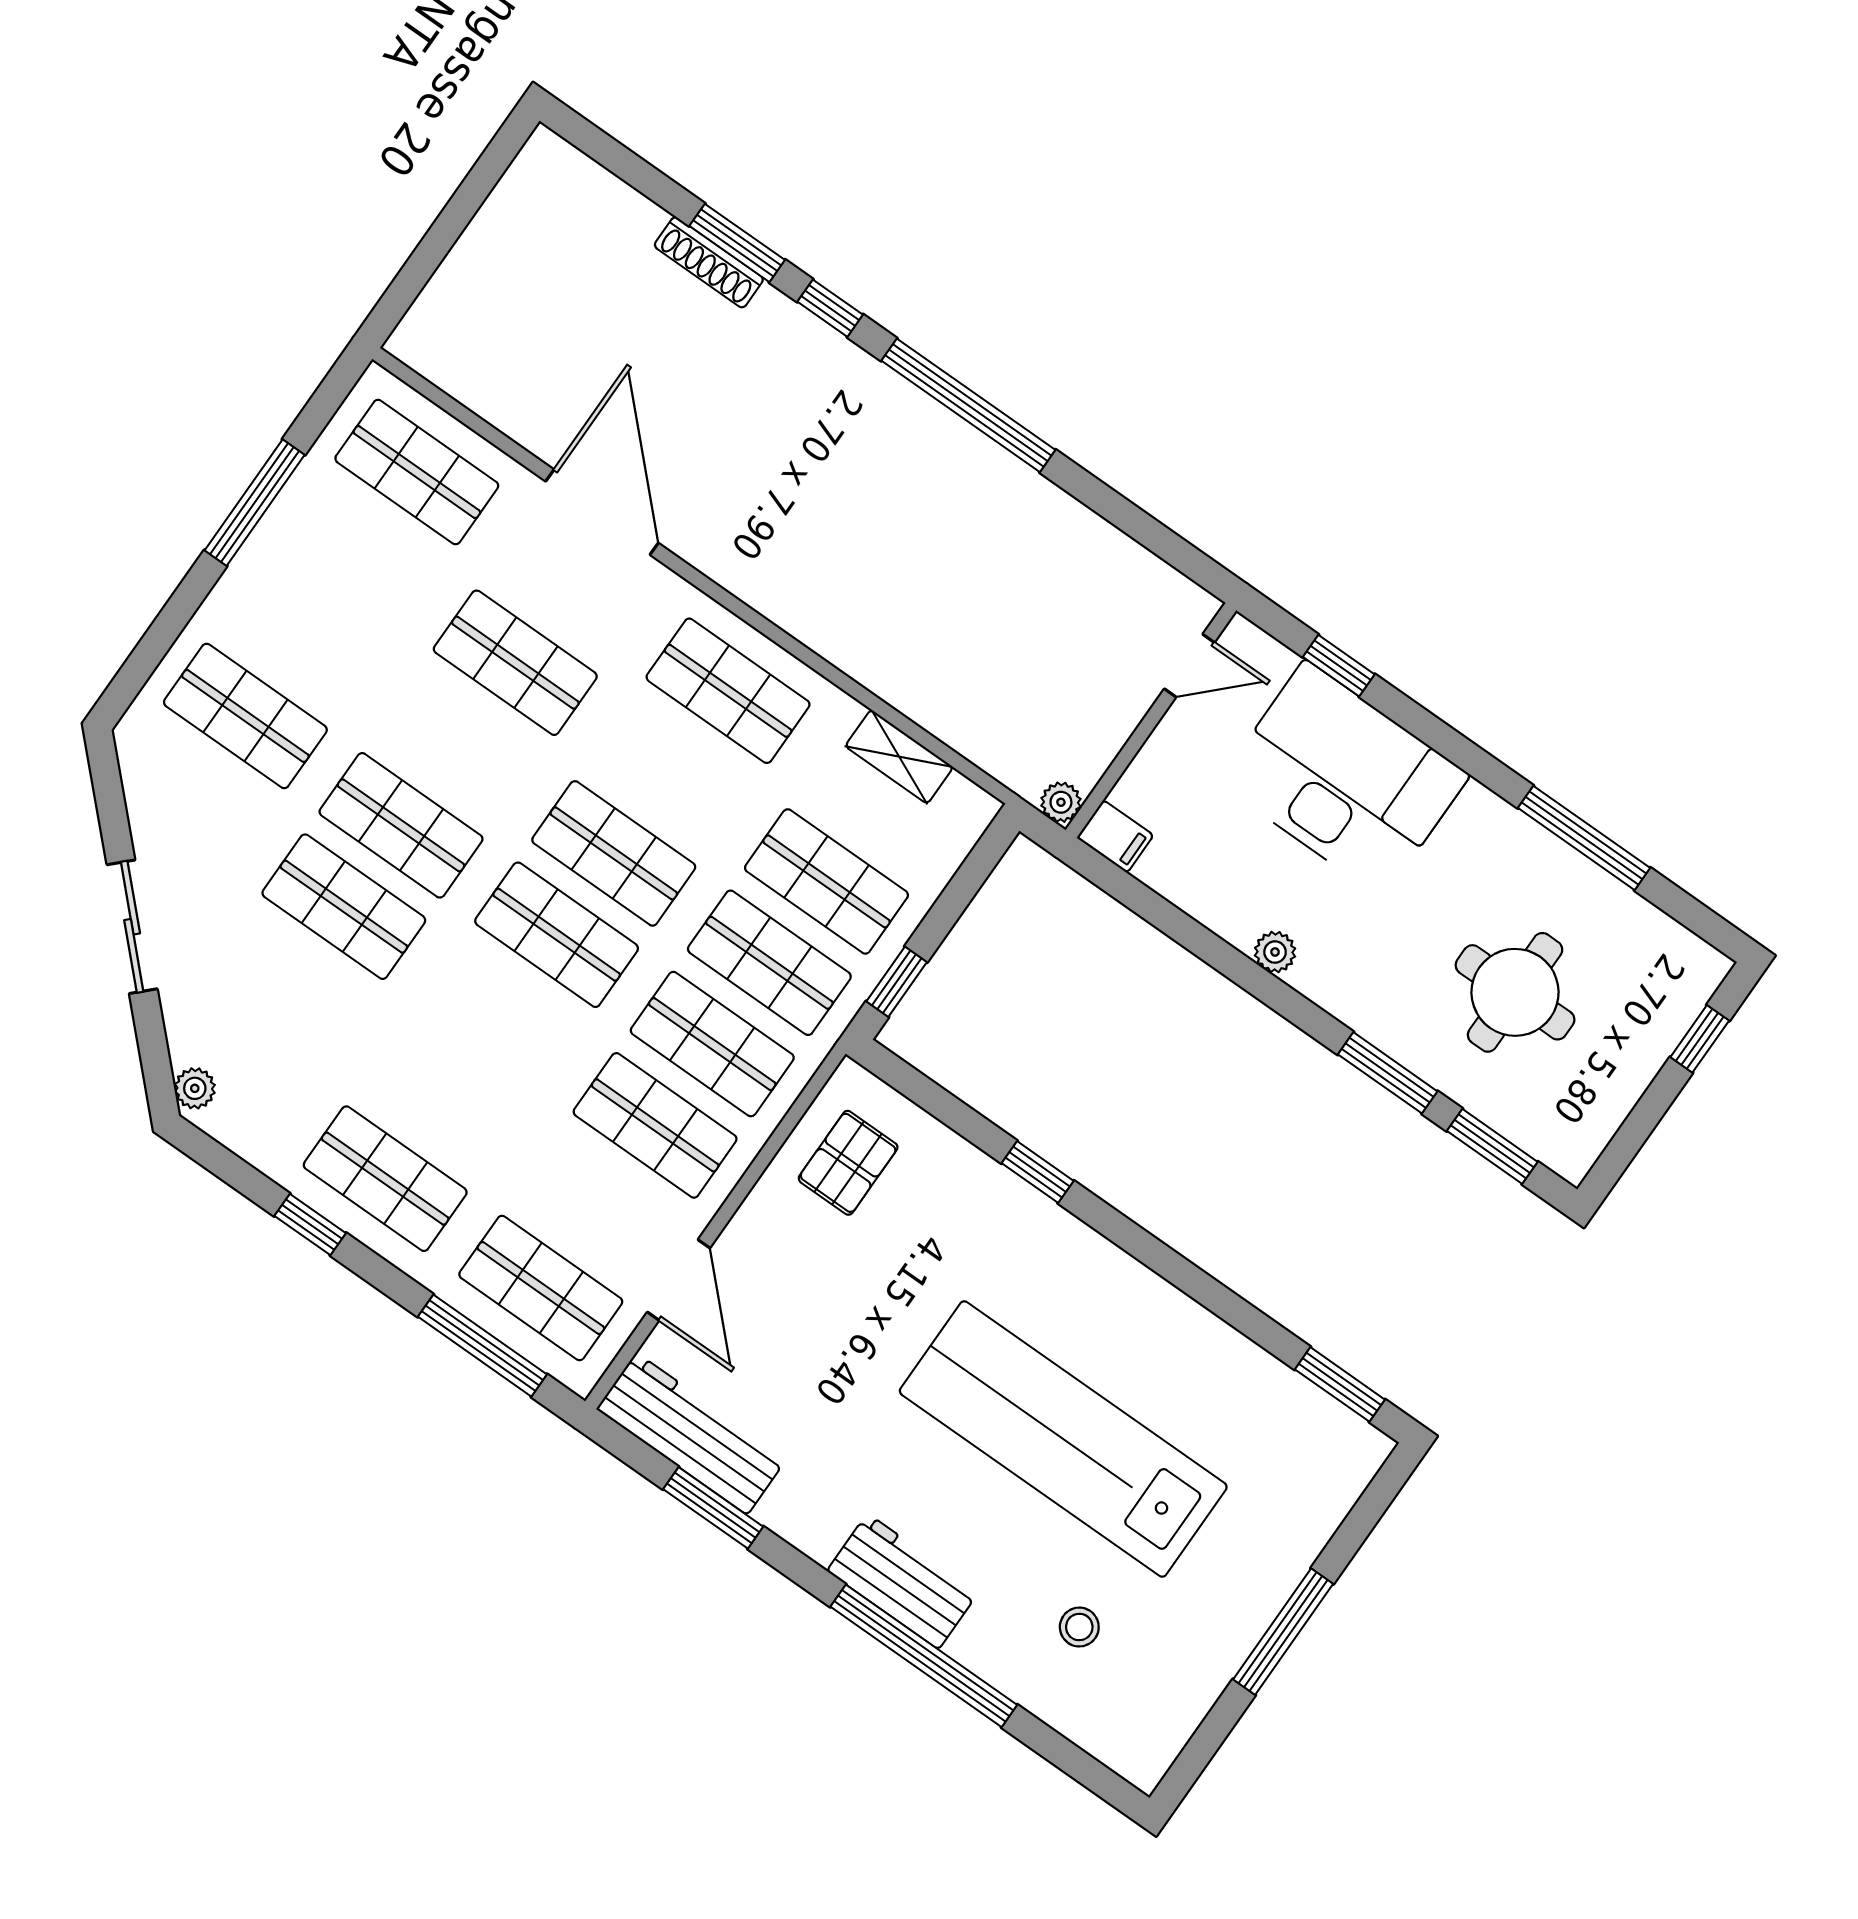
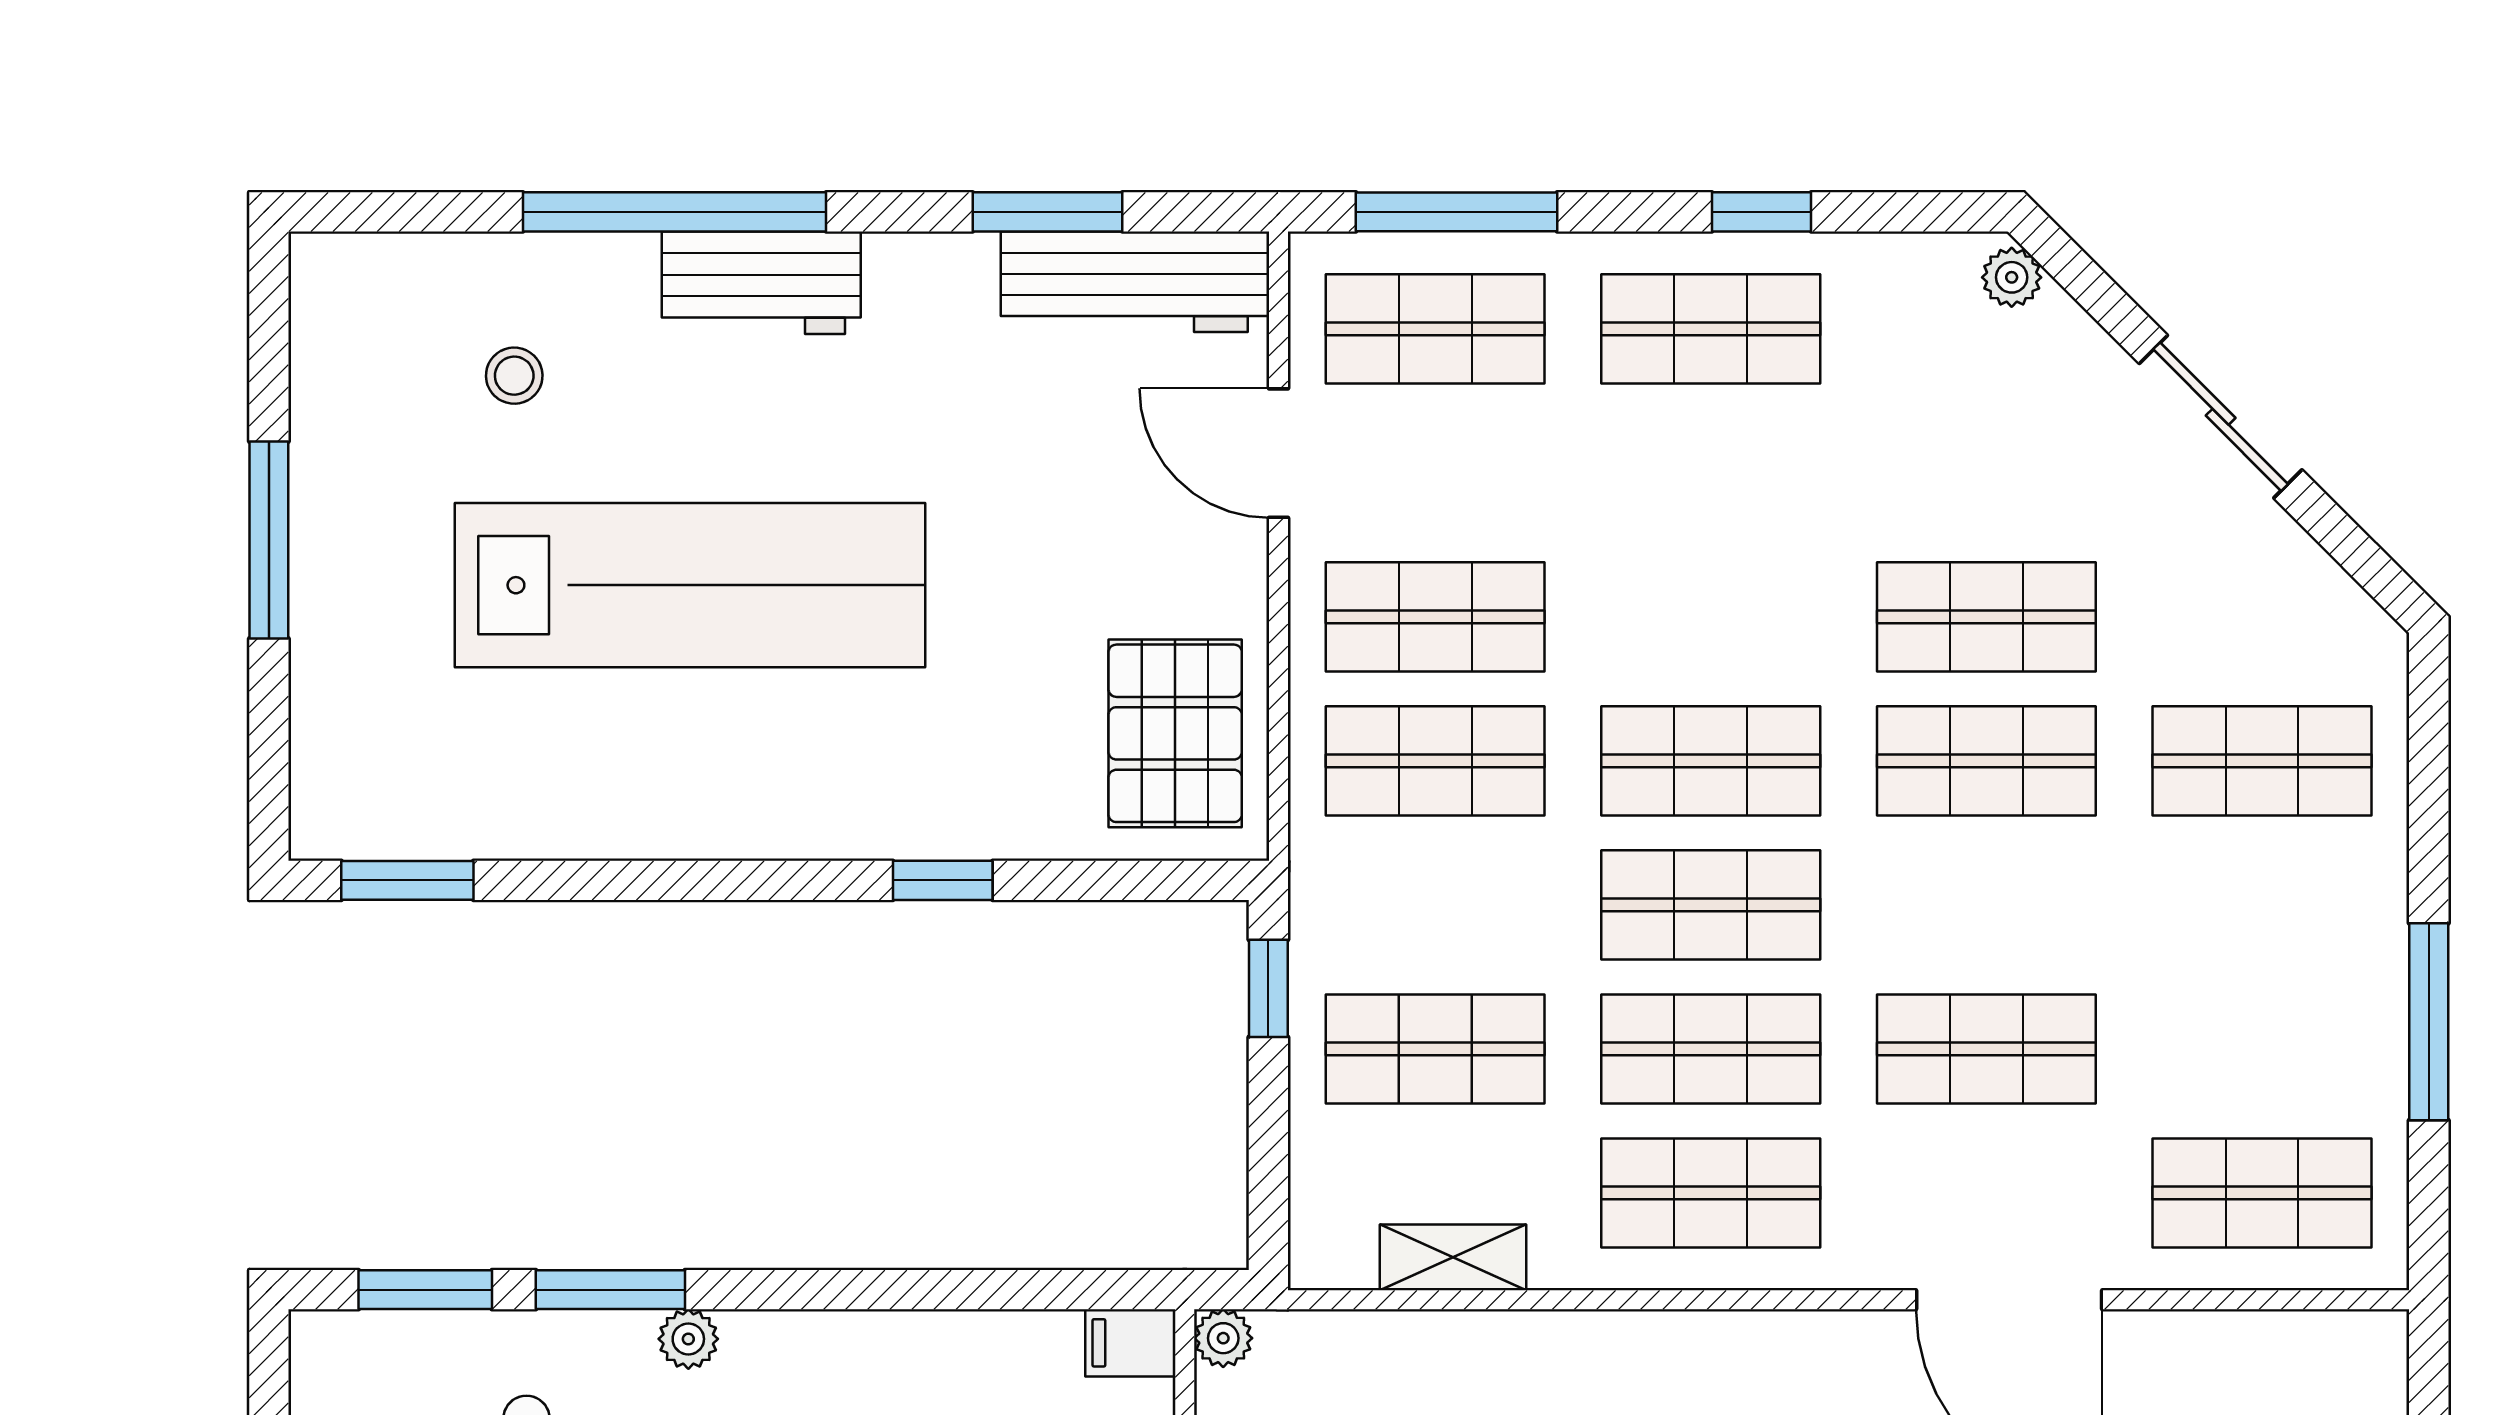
plant: (1275, 952) -> (688, 1339), moved
shop shelf: (769, 963) -> (1711, 1049), moved
pallet: (848, 1163) -> (1175, 733), width x1.50, depth x1.42

